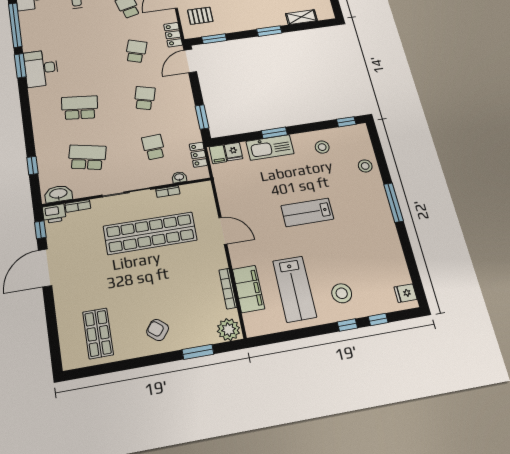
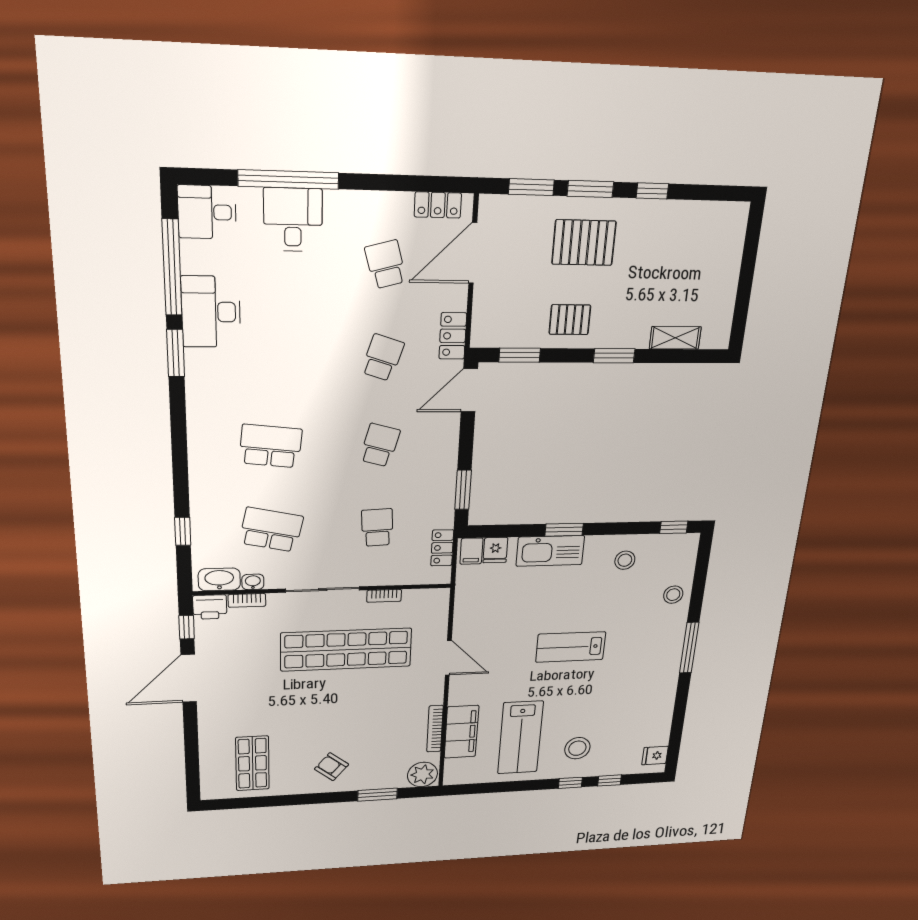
pallet: (200, 16) -> (570, 320), moved
desk: (41, 68) -> (211, 312), moved
washbasin: (179, 177) -> (253, 582), moved

